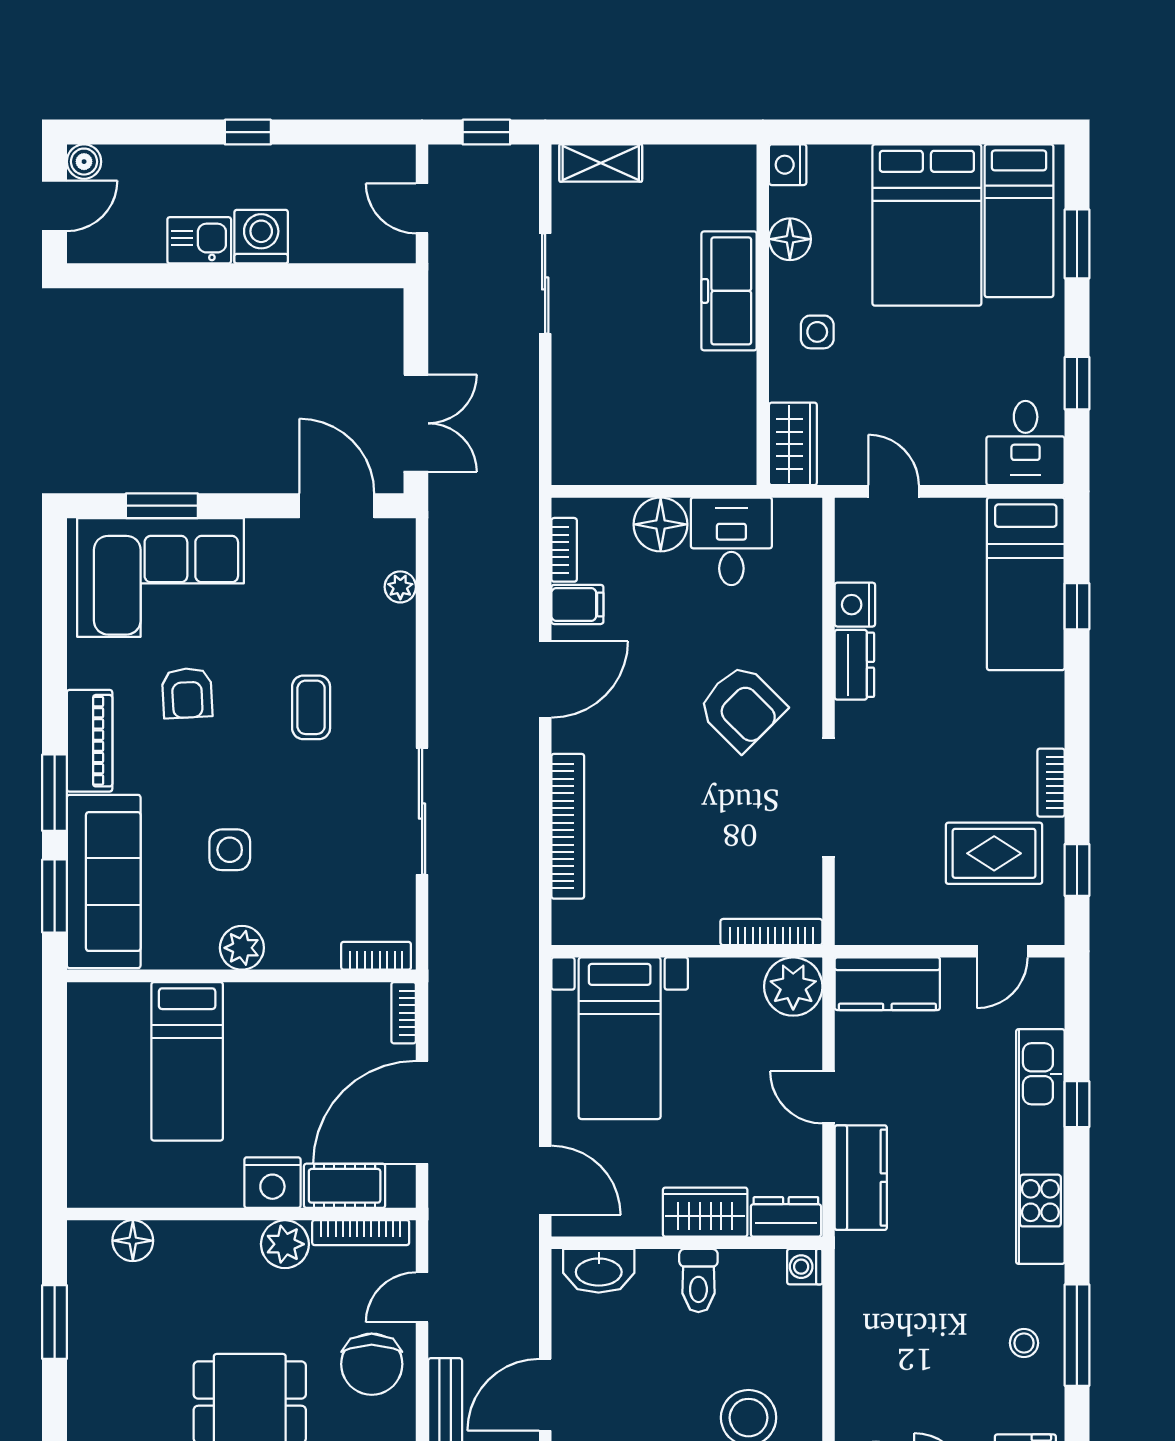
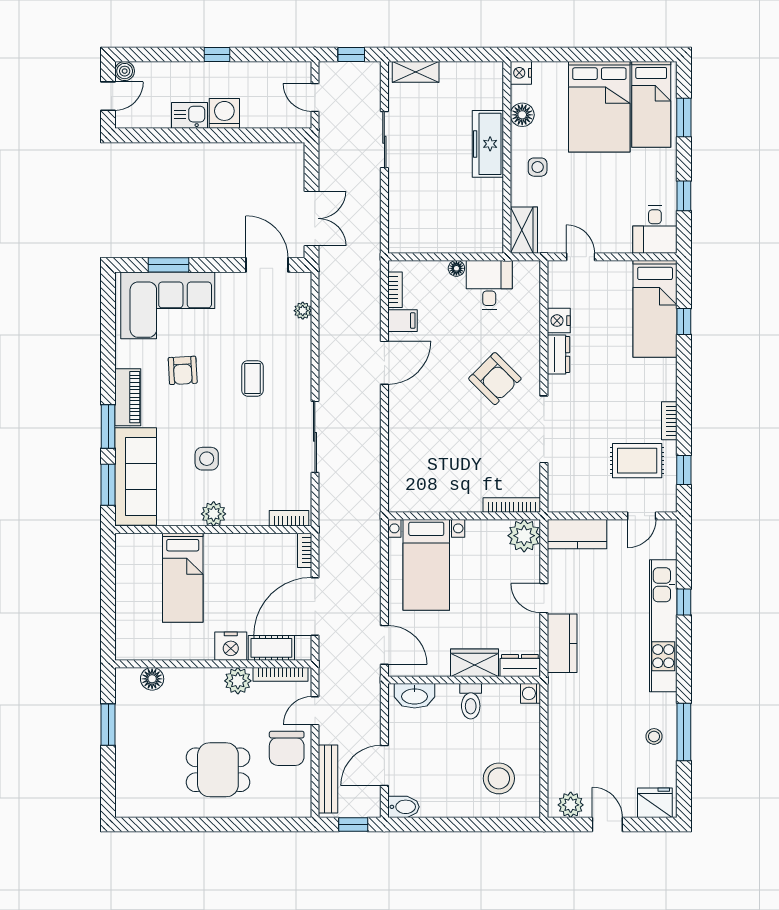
floor lamp: (661, 524) -> (456, 268), width x0.53, depth x0.53
bookcase: (568, 826) -> (397, 445), removed

